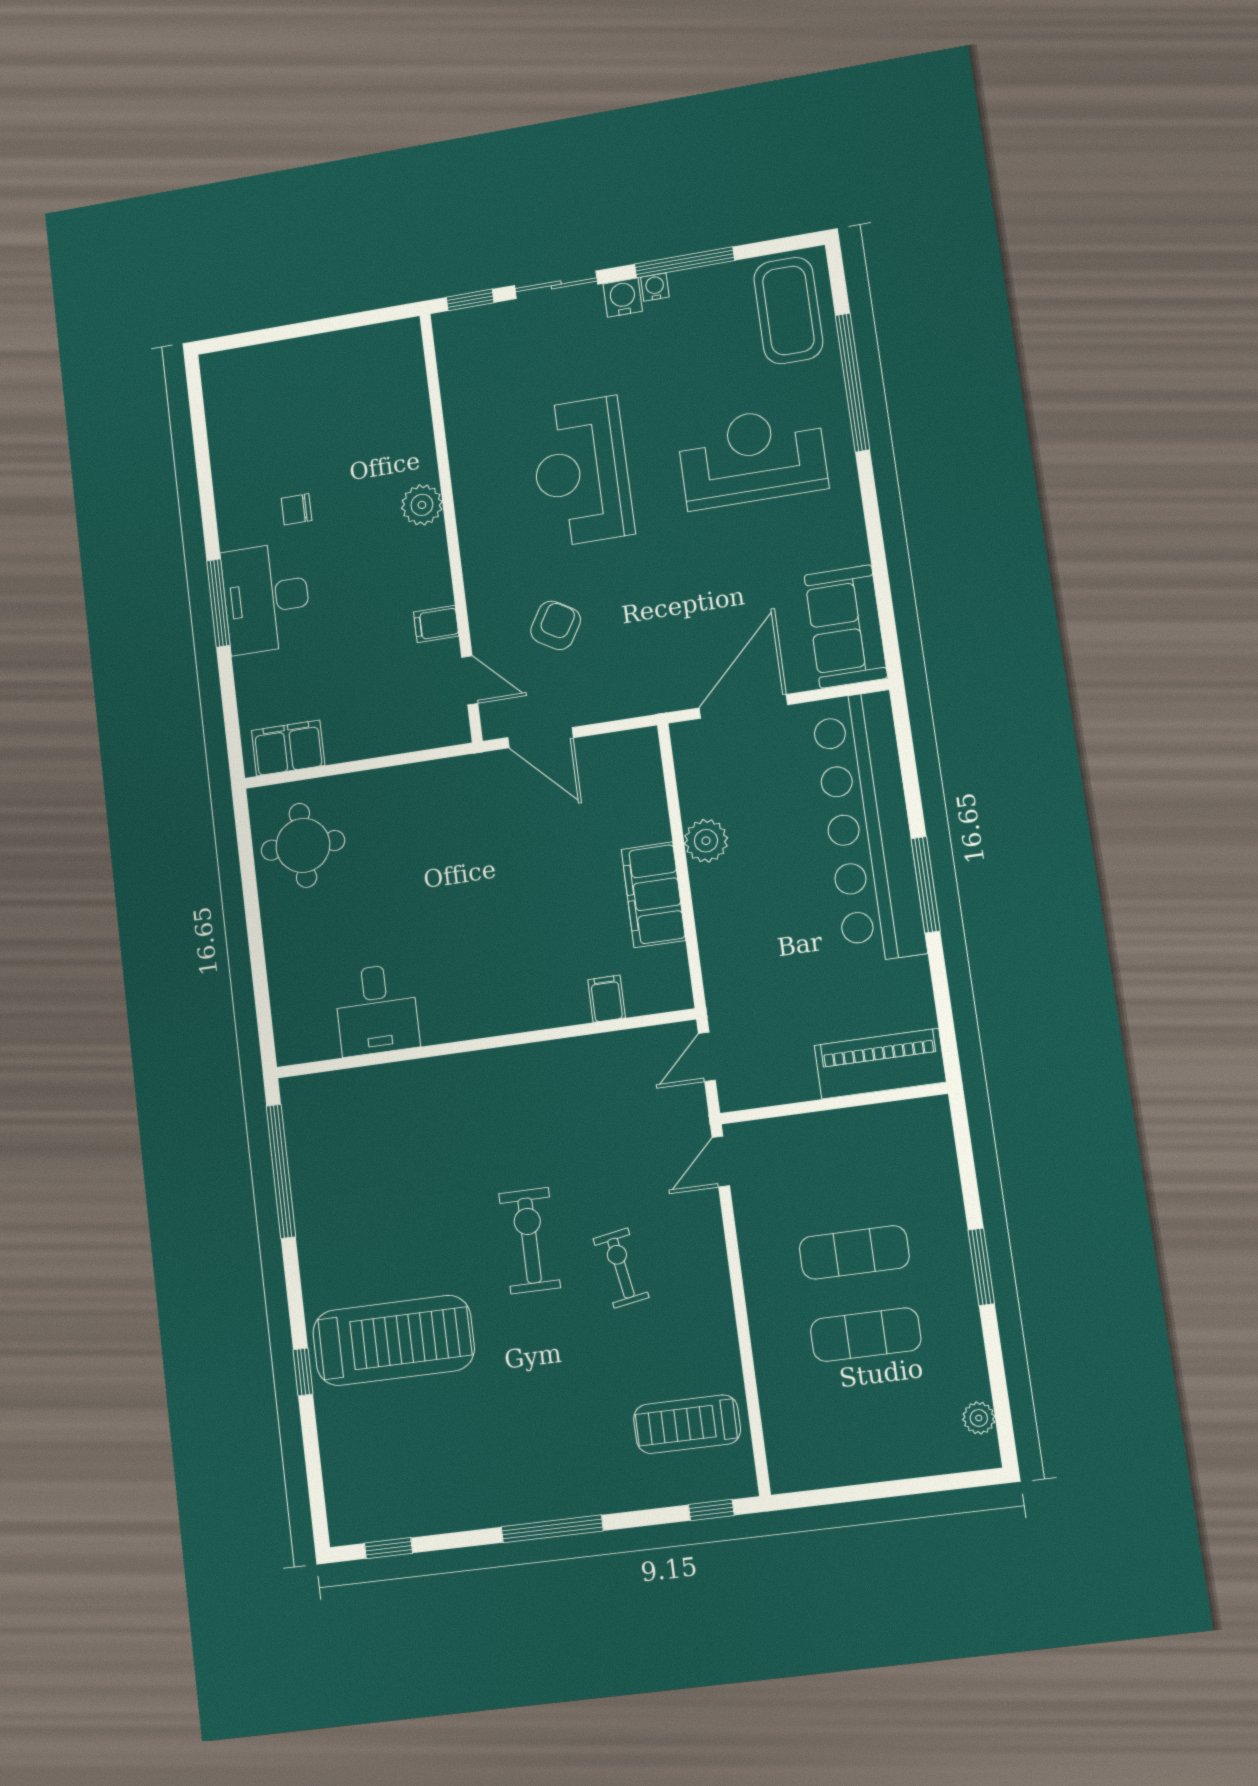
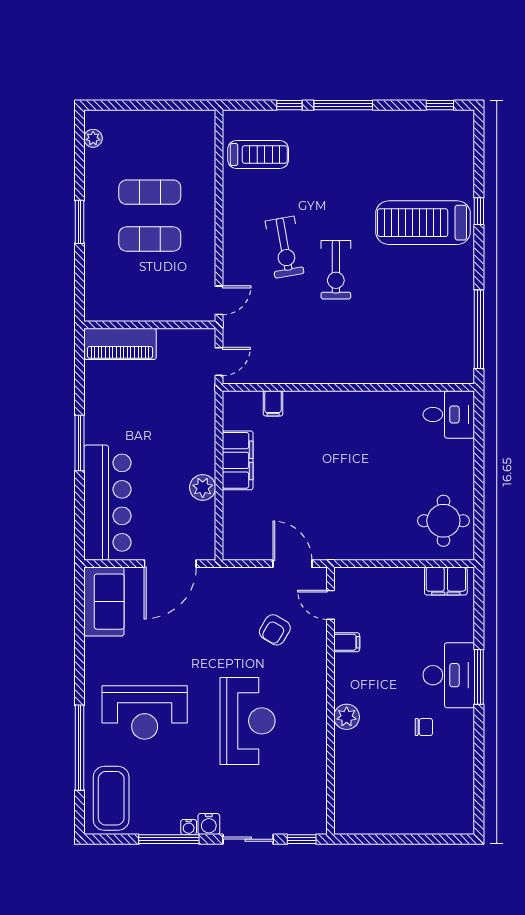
bar counter: (868, 827) -> (107, 503), width x0.73
desk: (377, 1010) -> (449, 414), moved, turned 90
exercise bike: (621, 1268) -> (285, 247), width x1.38, depth x1.39
window: (711, 1510) -> (289, 105), moved

